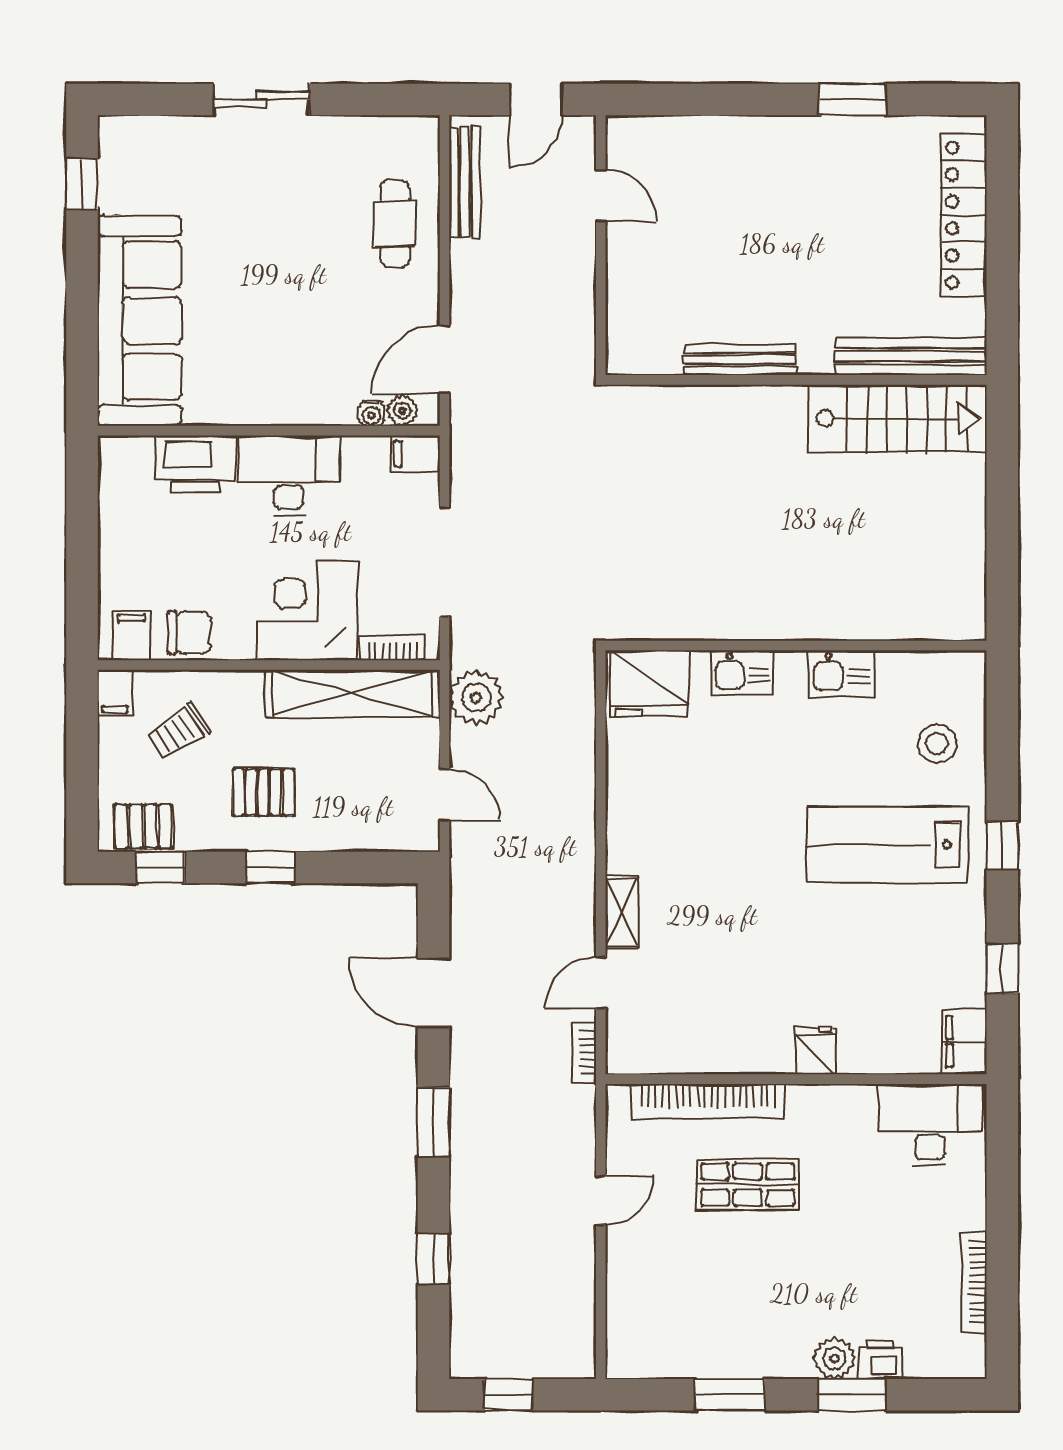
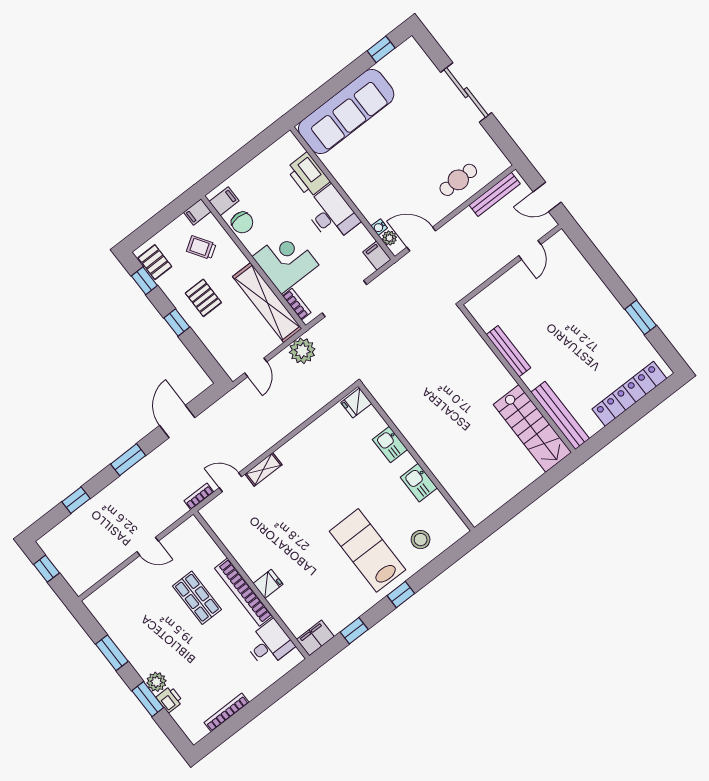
sliding door: (261, 99) -> (466, 93), width x1.37
fridge: (649, 684) -> (356, 403), width x0.53, depth x0.75
bookcase: (708, 1101) -> (244, 592), moved
desk: (930, 1125) -> (269, 644), width x0.73

